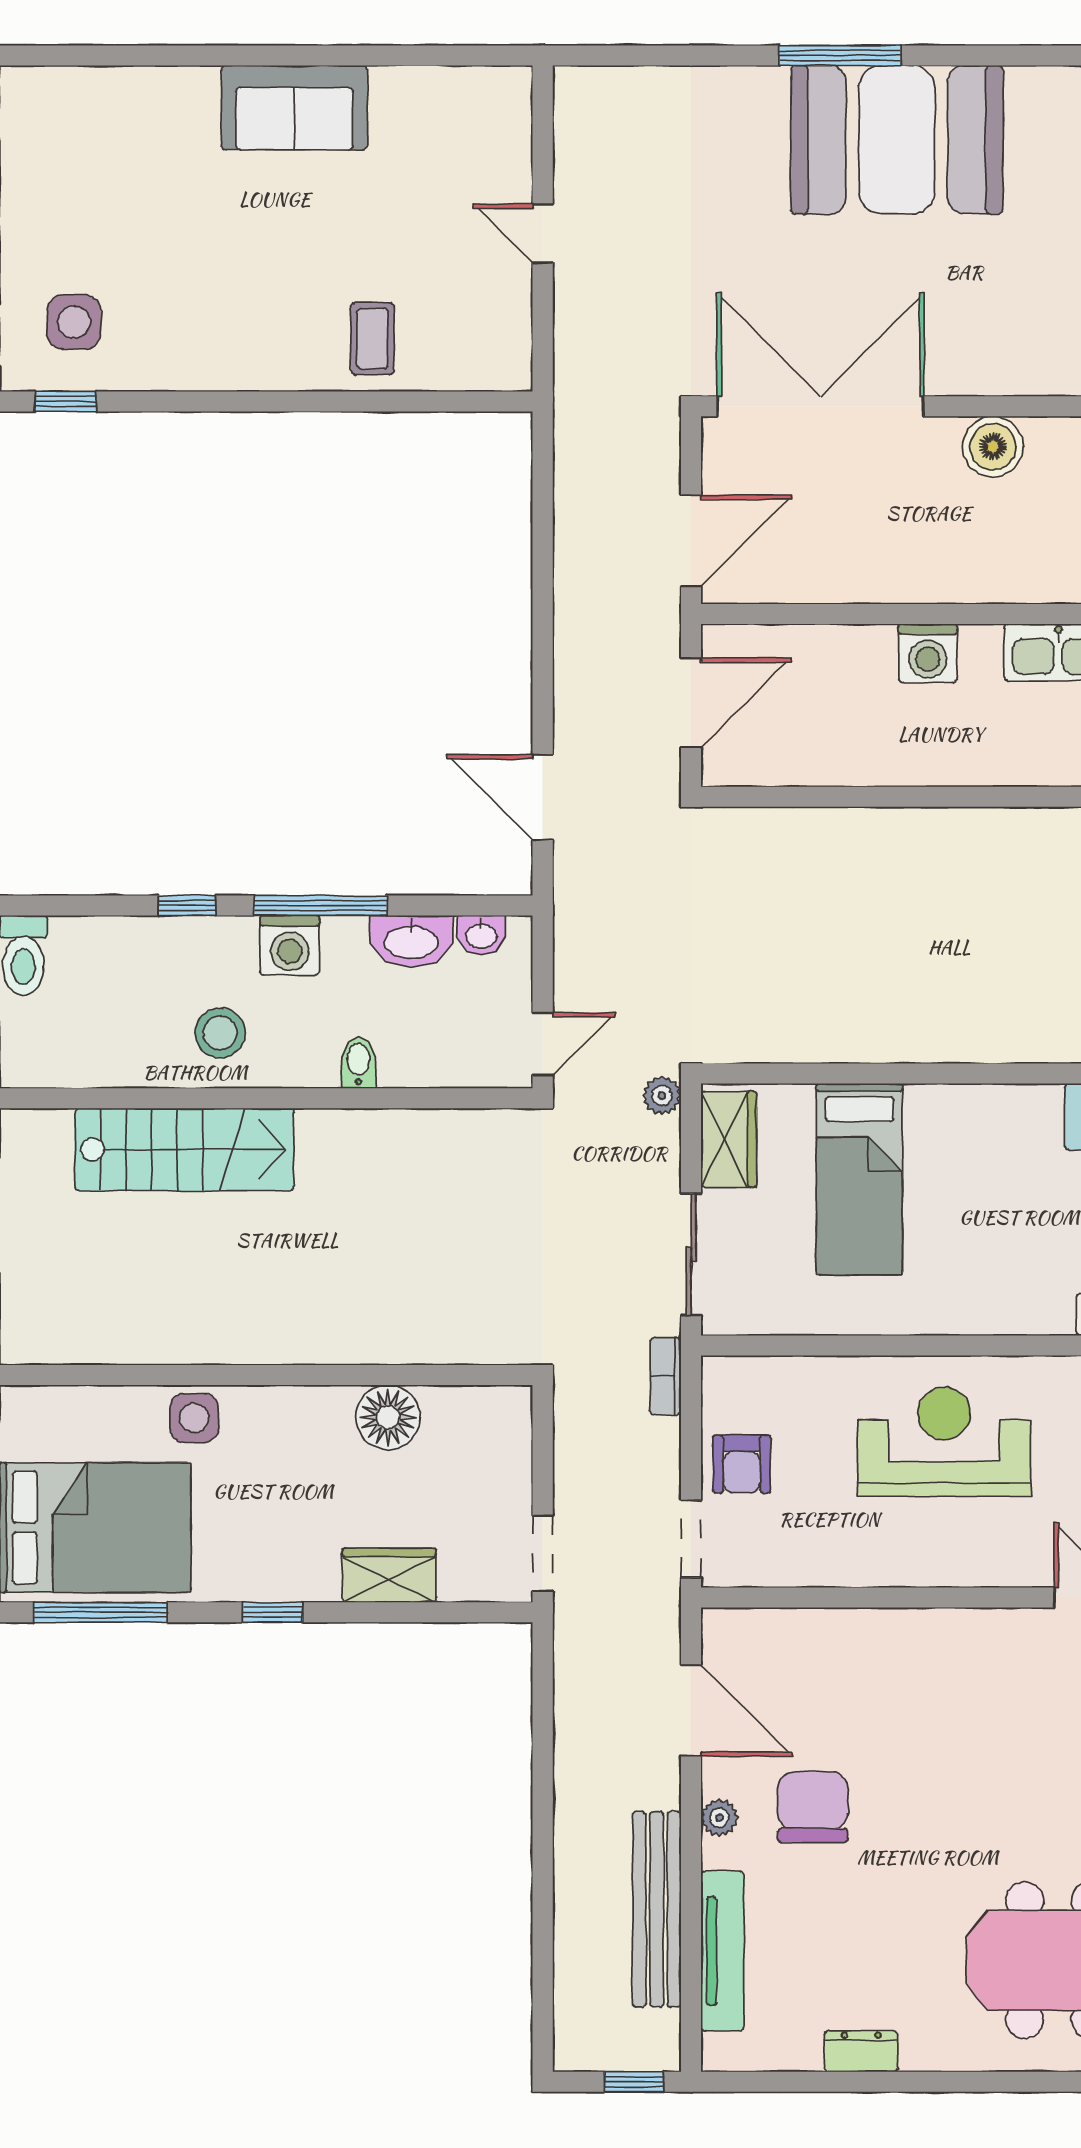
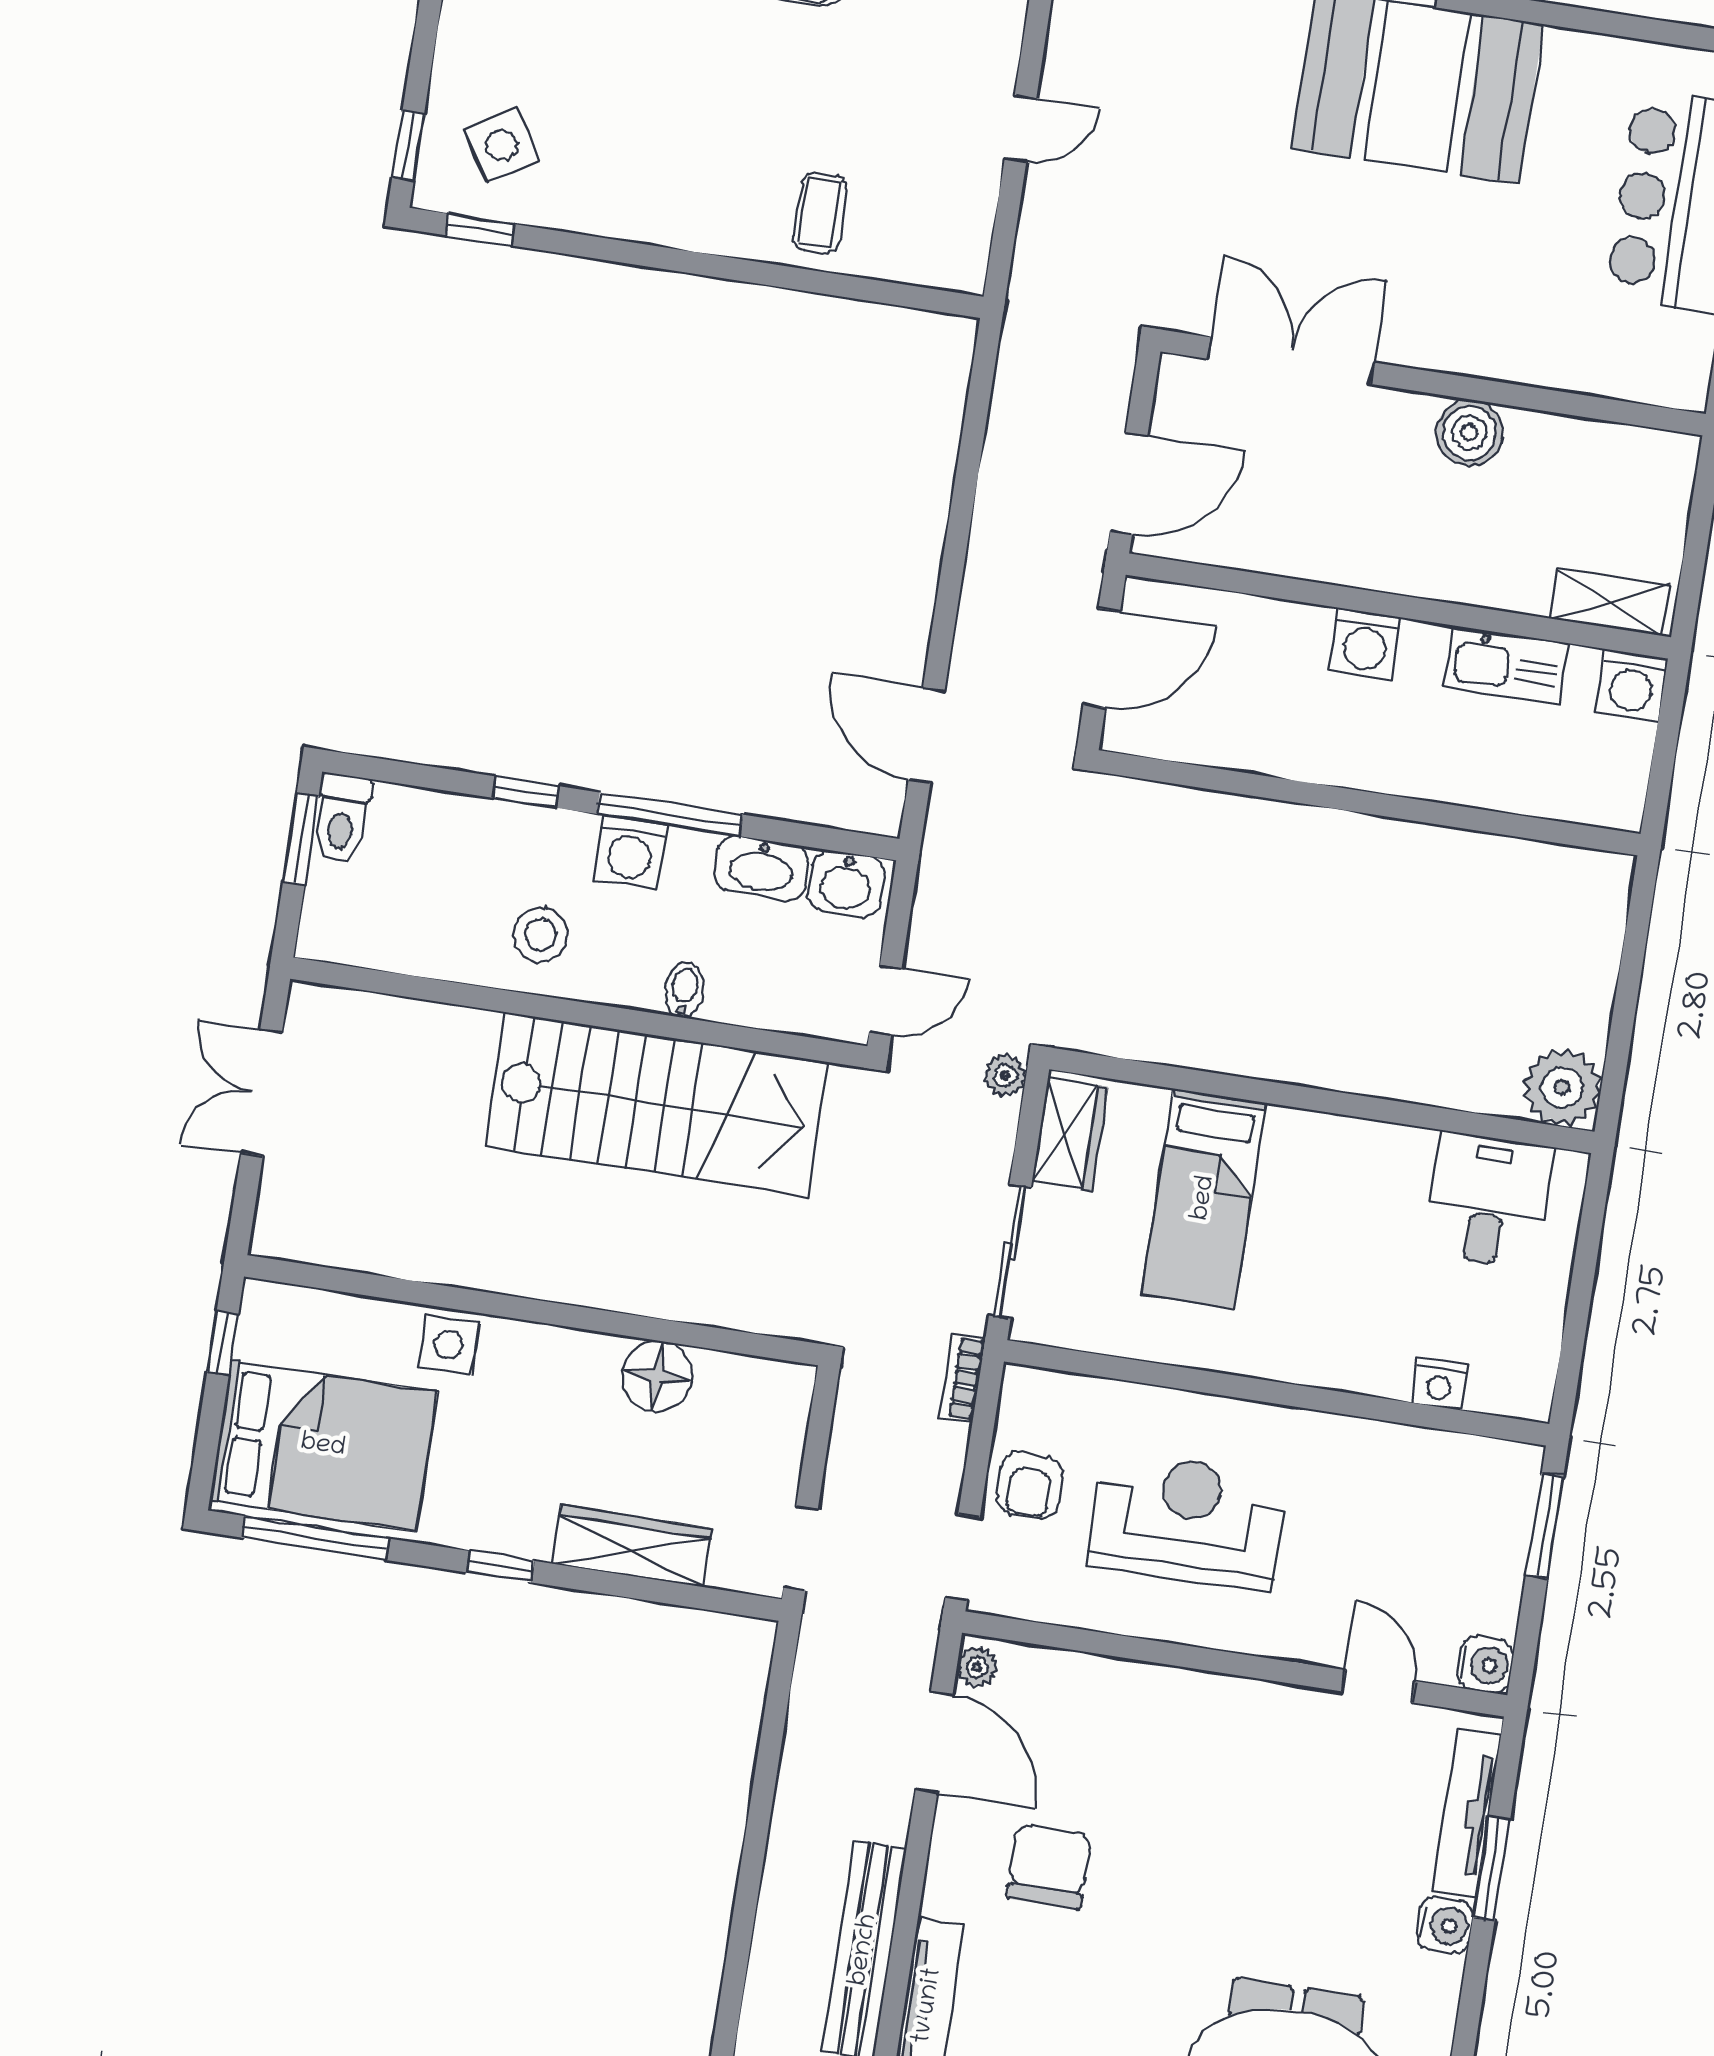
door: (543, 233) -> (1021, 128), swing flipped
side table: (74, 322) -> (502, 146), turned -32
double door: (820, 406) -> (1291, 361), width x0.73
washbasin: (481, 935) -> (846, 884), width x1.38, depth x1.45
stairs: (184, 1150) -> (656, 1104), moved, width x1.36, depth x1.51
reception desk: (944, 1442) -> (1188, 1520), moved
wardrobe: (389, 1575) -> (632, 1546), width x1.50
plant: (719, 1818) -> (977, 1667), moved

